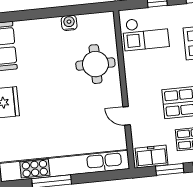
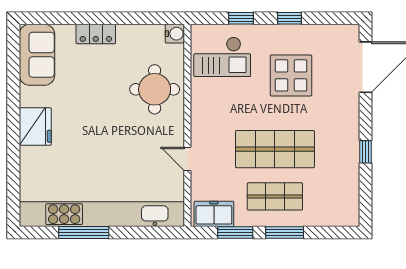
water cooler: (69, 23) -> (175, 34), moved, turned 90
locker: (45, 26) -> (96, 34), added

